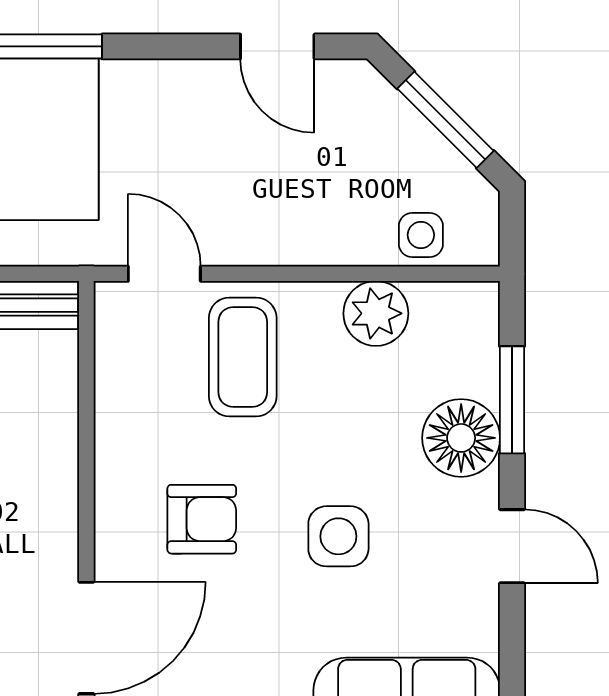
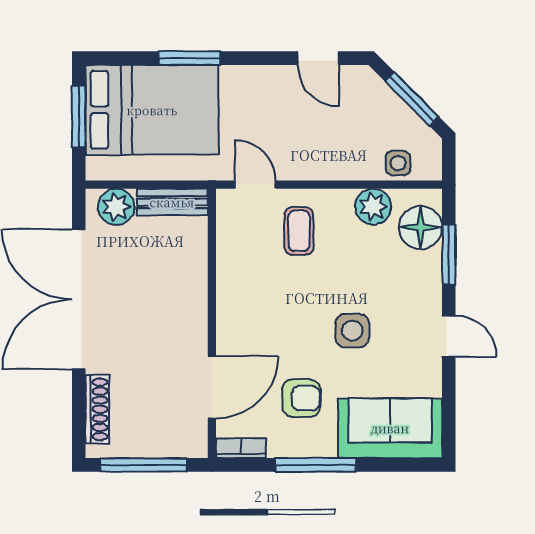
coffee table: (243, 357) -> (299, 231), width x0.73, depth x0.77
floor lamp: (461, 438) -> (420, 227), moved
armchair: (202, 519) -> (301, 398), moved

